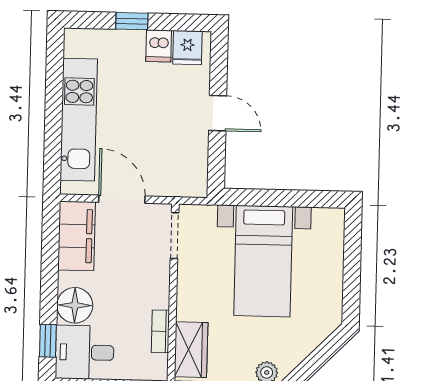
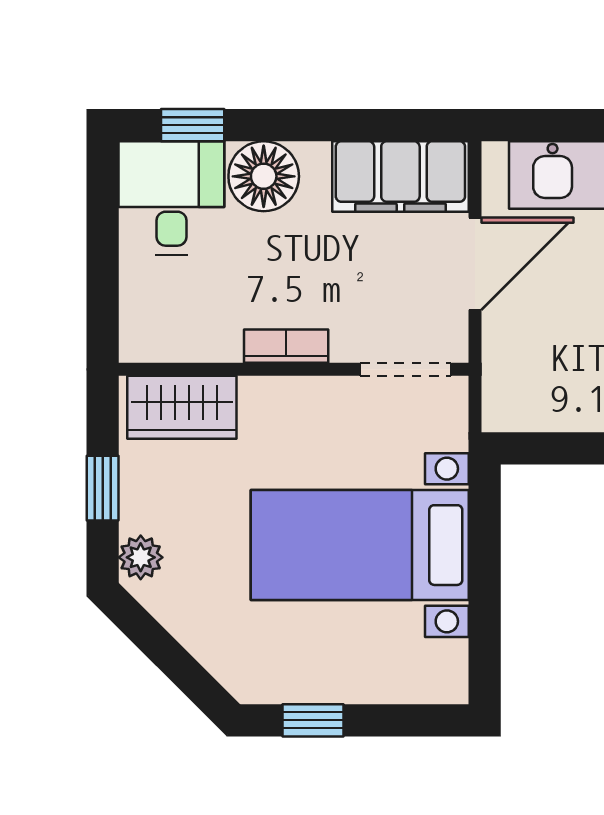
window: (352, 287) -> (313, 720), added
bookcase: (160, 331) -> (286, 346), moved

